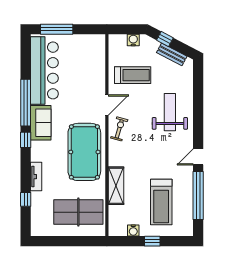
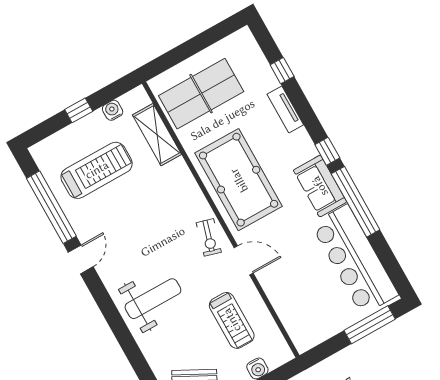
treadmill: (133, 75) -> (232, 320), turned -90
door: (107, 105) -> (244, 260), swing flipped
weight bench: (170, 112) -> (153, 299), turned -90
shelving: (116, 186) -> (157, 135), moved
treadmill: (161, 202) -> (97, 170), turned 90

